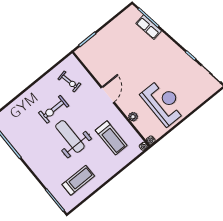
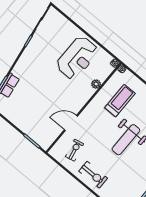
door: (108, 95) -> (71, 123), moved
reception desk: (163, 103) -> (77, 58), turned 180
exercise bike: (54, 109) -> (93, 175), moved

